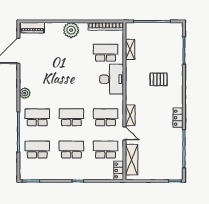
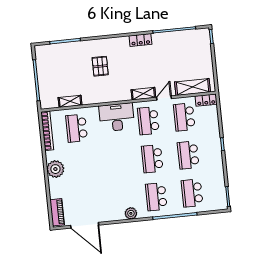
desk: (112, 79) -> (117, 117), moved

